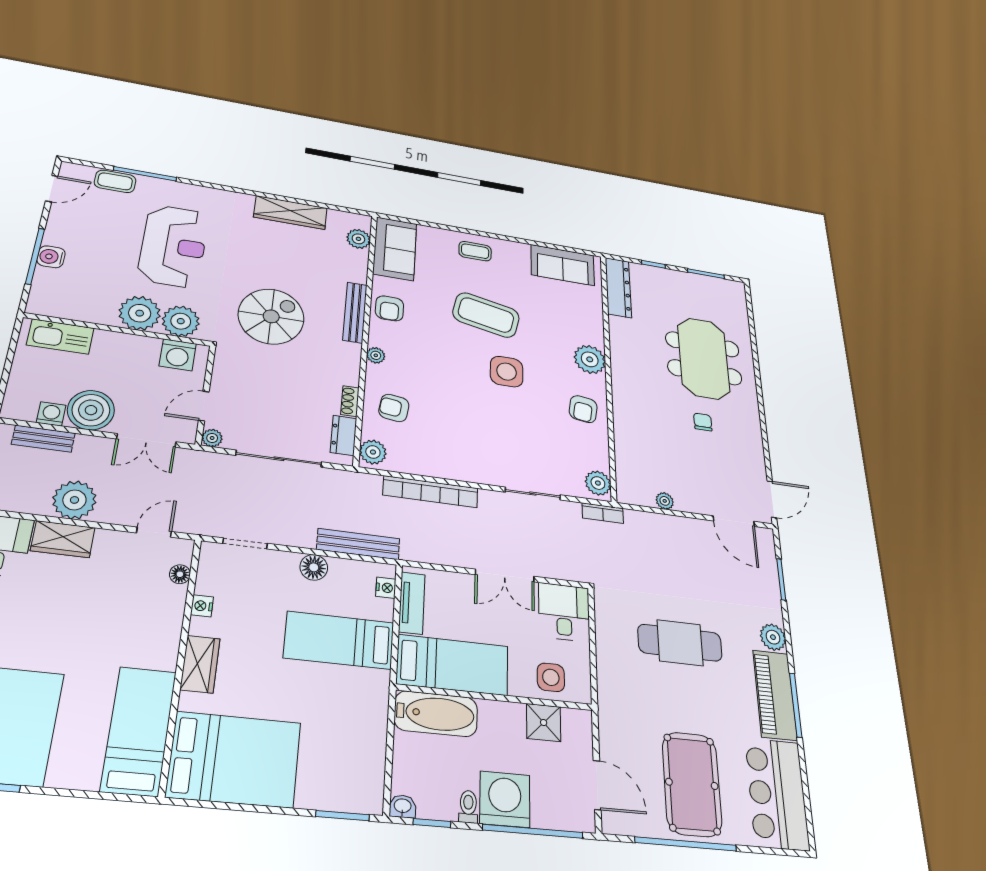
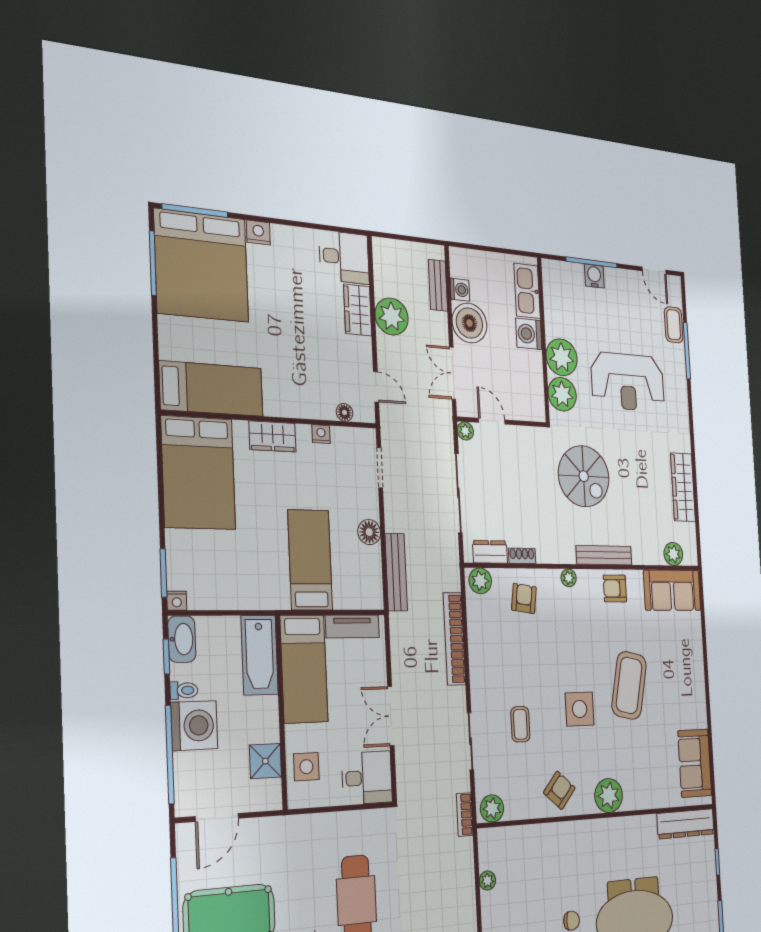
coffee table: (475, 251) -> (520, 724), moved
washing machine: (178, 355) -> (529, 334), moved
armchair: (583, 409) -> (559, 790), turned 123
nightstand: (386, 588) -> (177, 601), moved
washbasin: (403, 806) -> (182, 639), width x1.91, depth x1.45

